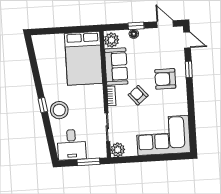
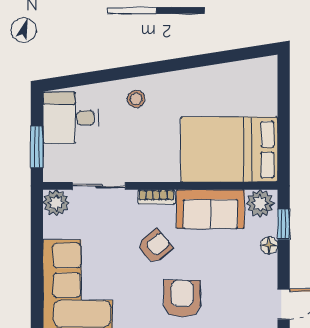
window: (136, 26) -> (284, 224), moved
window: (43, 105) -> (147, 69), removed
stool: (59, 110) -> (136, 99), width x0.53, depth x0.53

